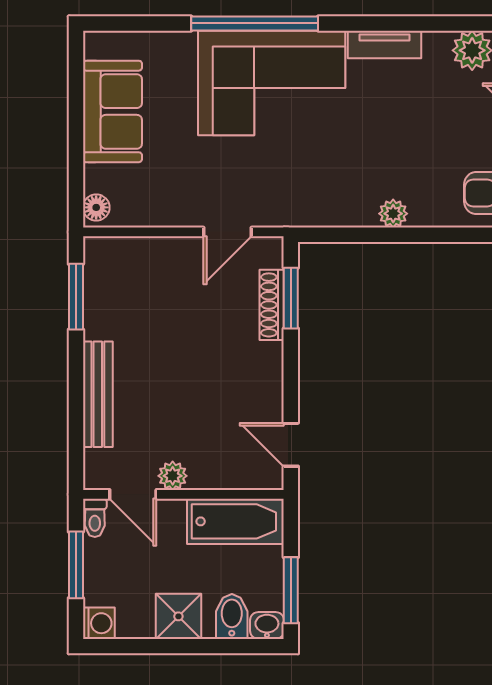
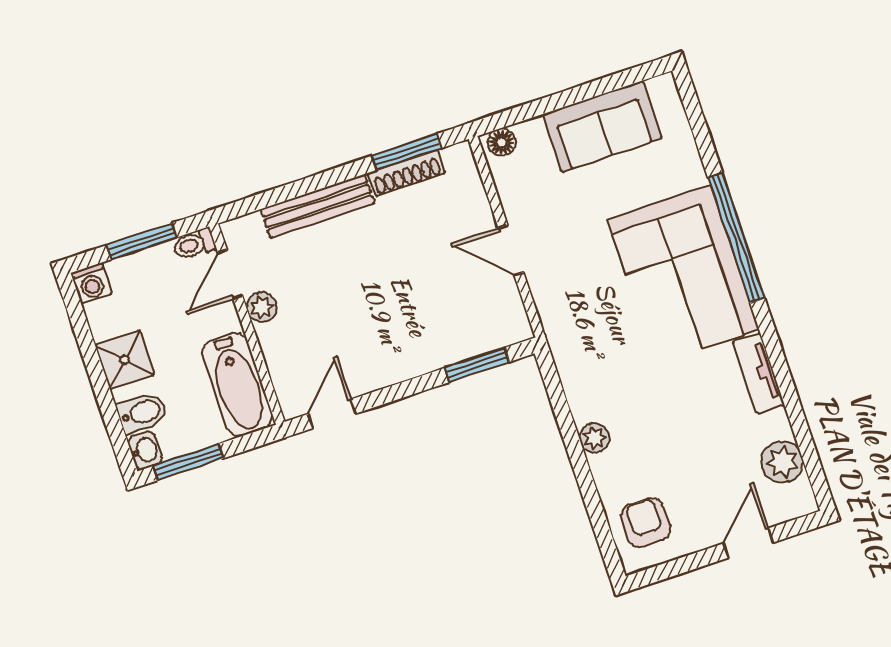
door: (228, 232) -> (511, 250), moved
shoe rack: (272, 305) -> (407, 173), moved, turned 180

